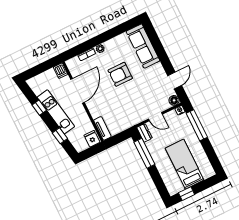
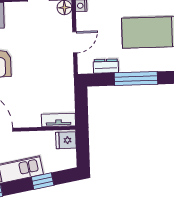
dresser: (145, 133) -> (106, 66), moved
window: (144, 153) -> (136, 79), moved

